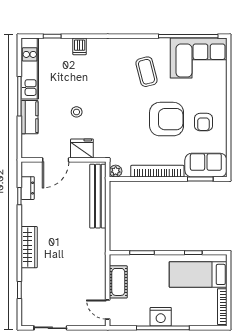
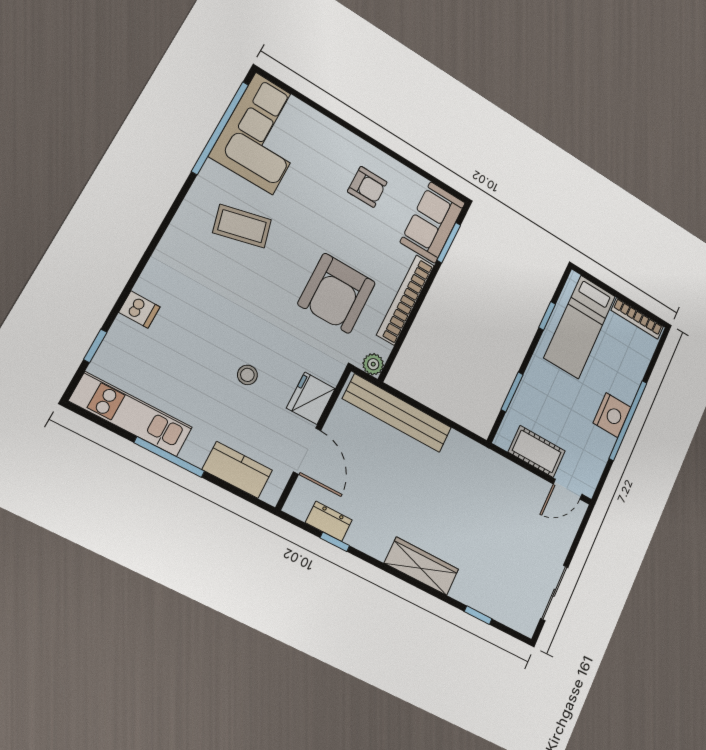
kitchen counter: (29, 117) -> (237, 470), moved
armchair: (167, 119) -> (337, 293), moved, turned 180

